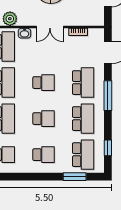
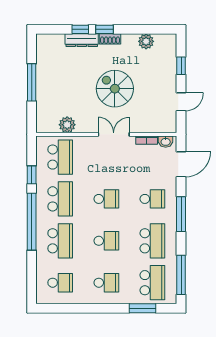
double door: (50, 27) -> (114, 134), swing flipped
washbasin: (24, 33) -> (166, 142), moved
school desk: (83, 83) -> (152, 199), width x0.54
window: (108, 148) -> (181, 275), width x2.17

